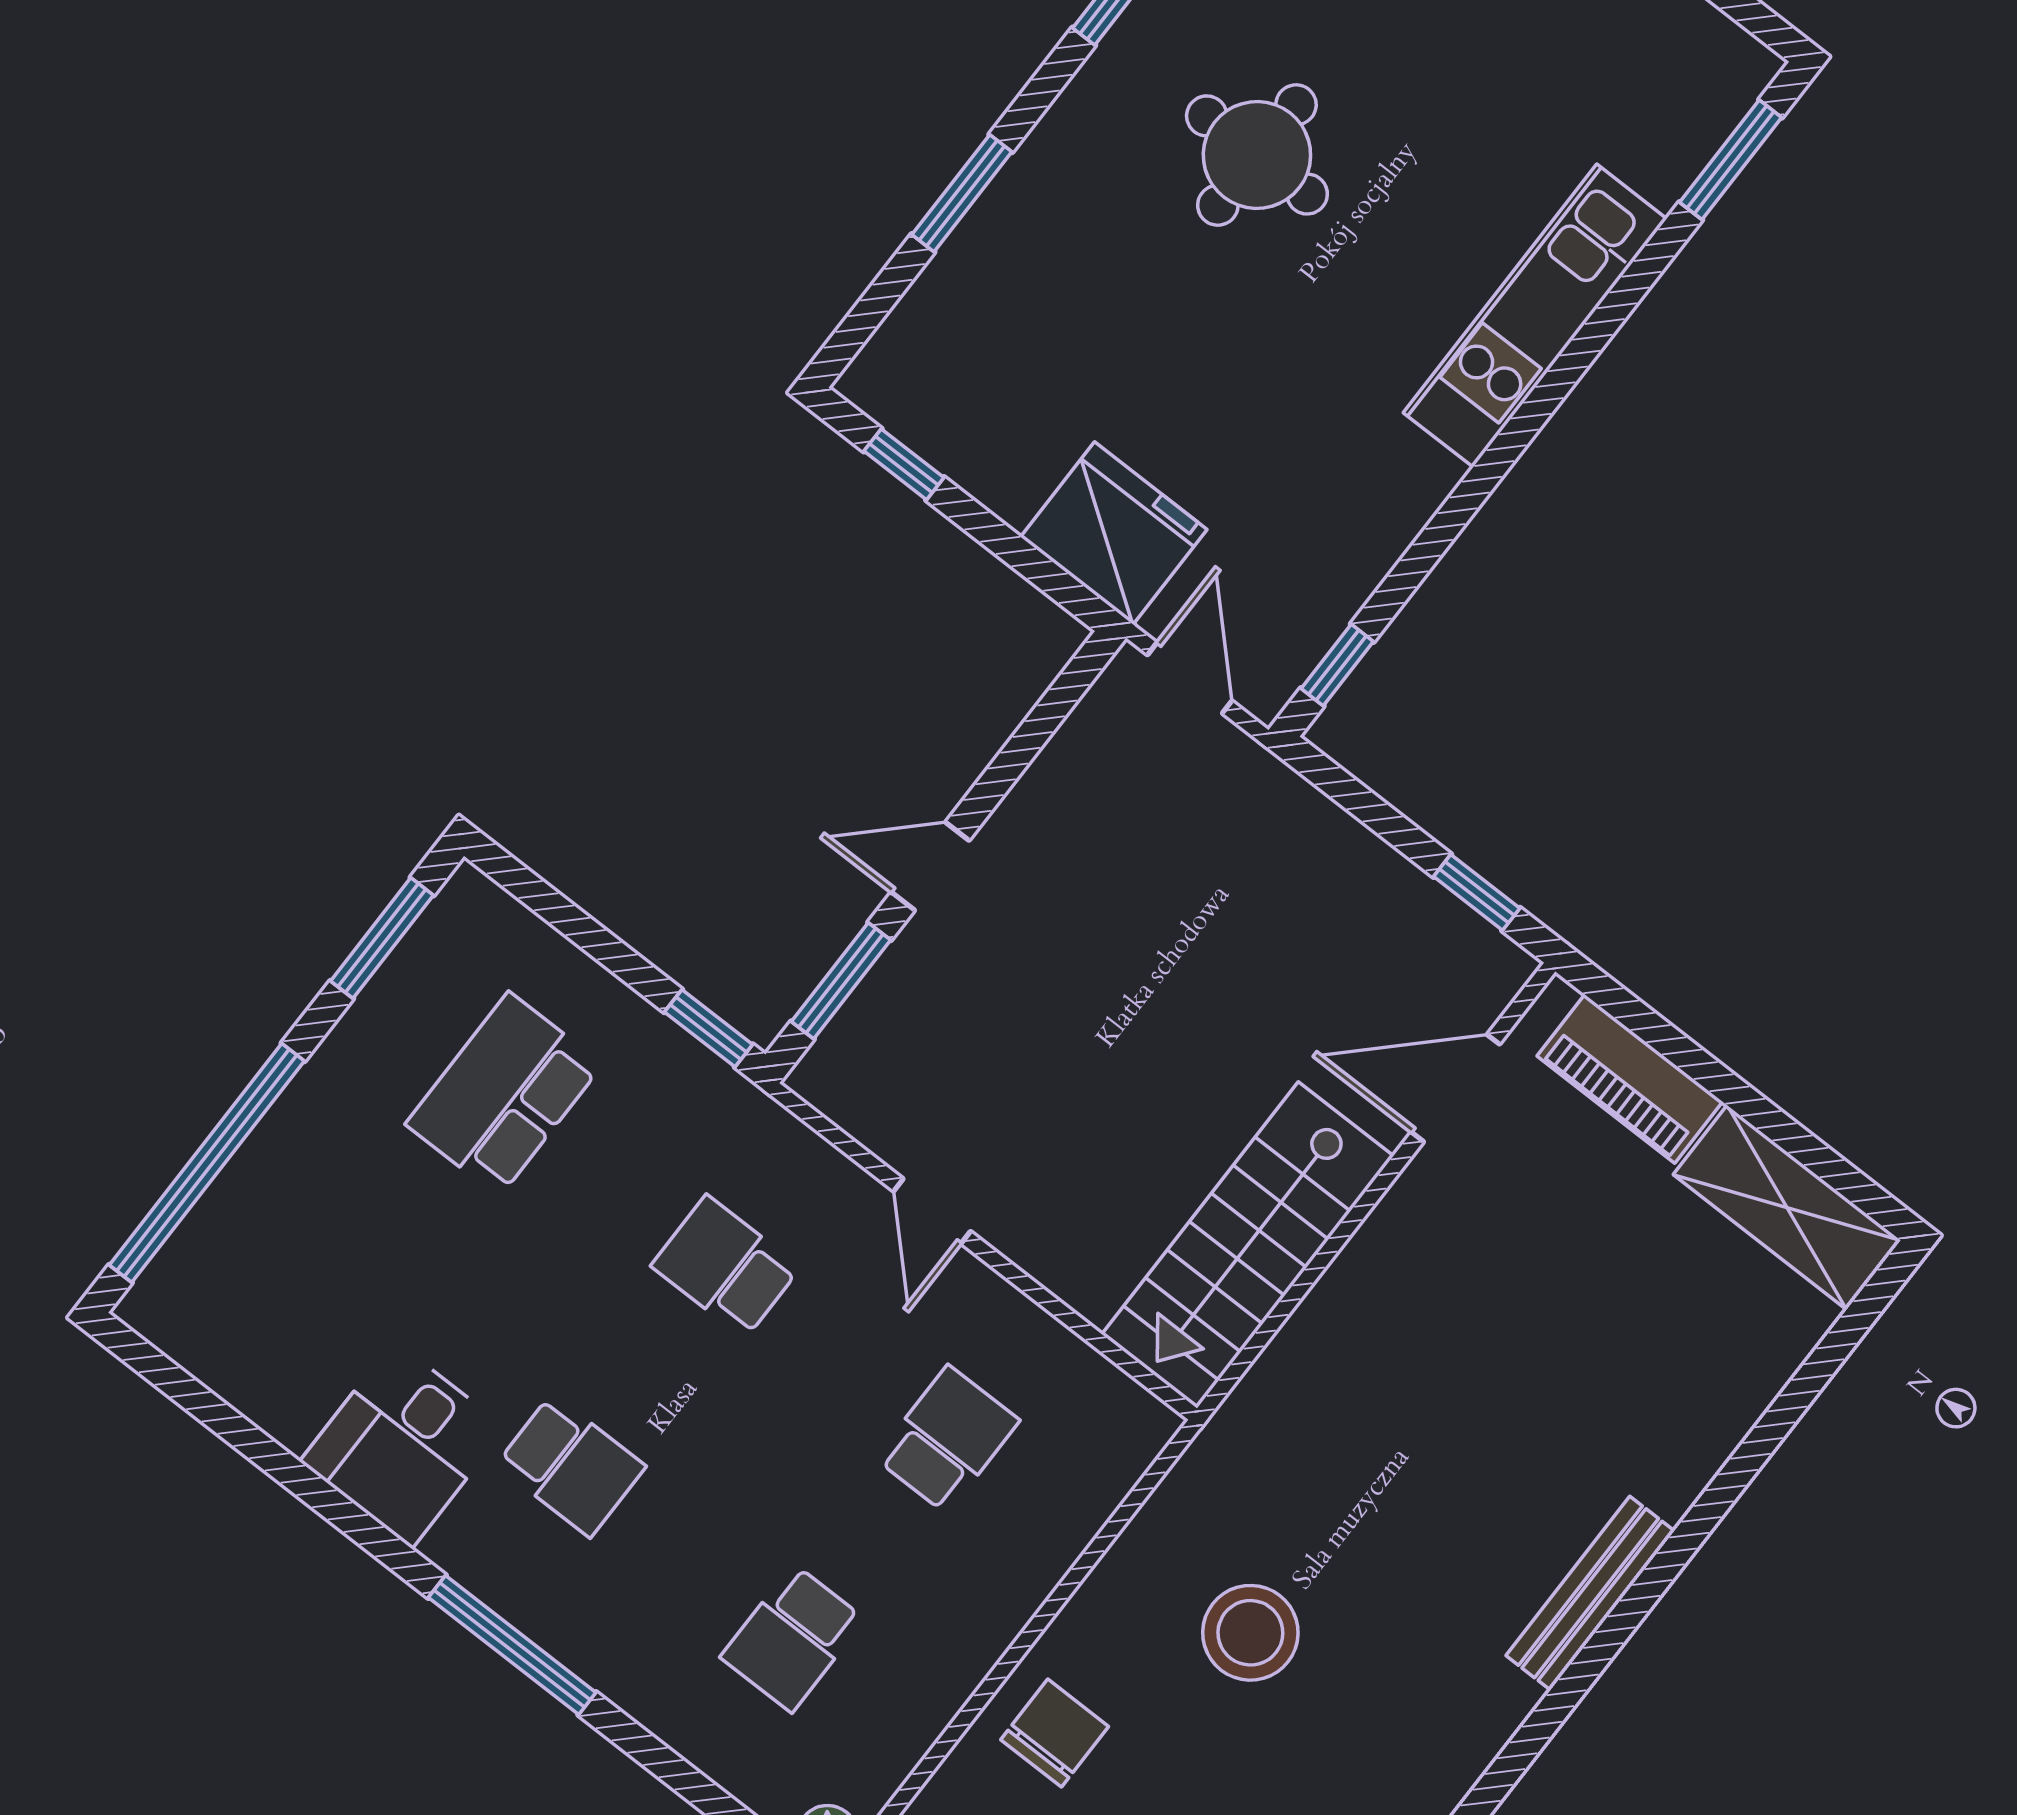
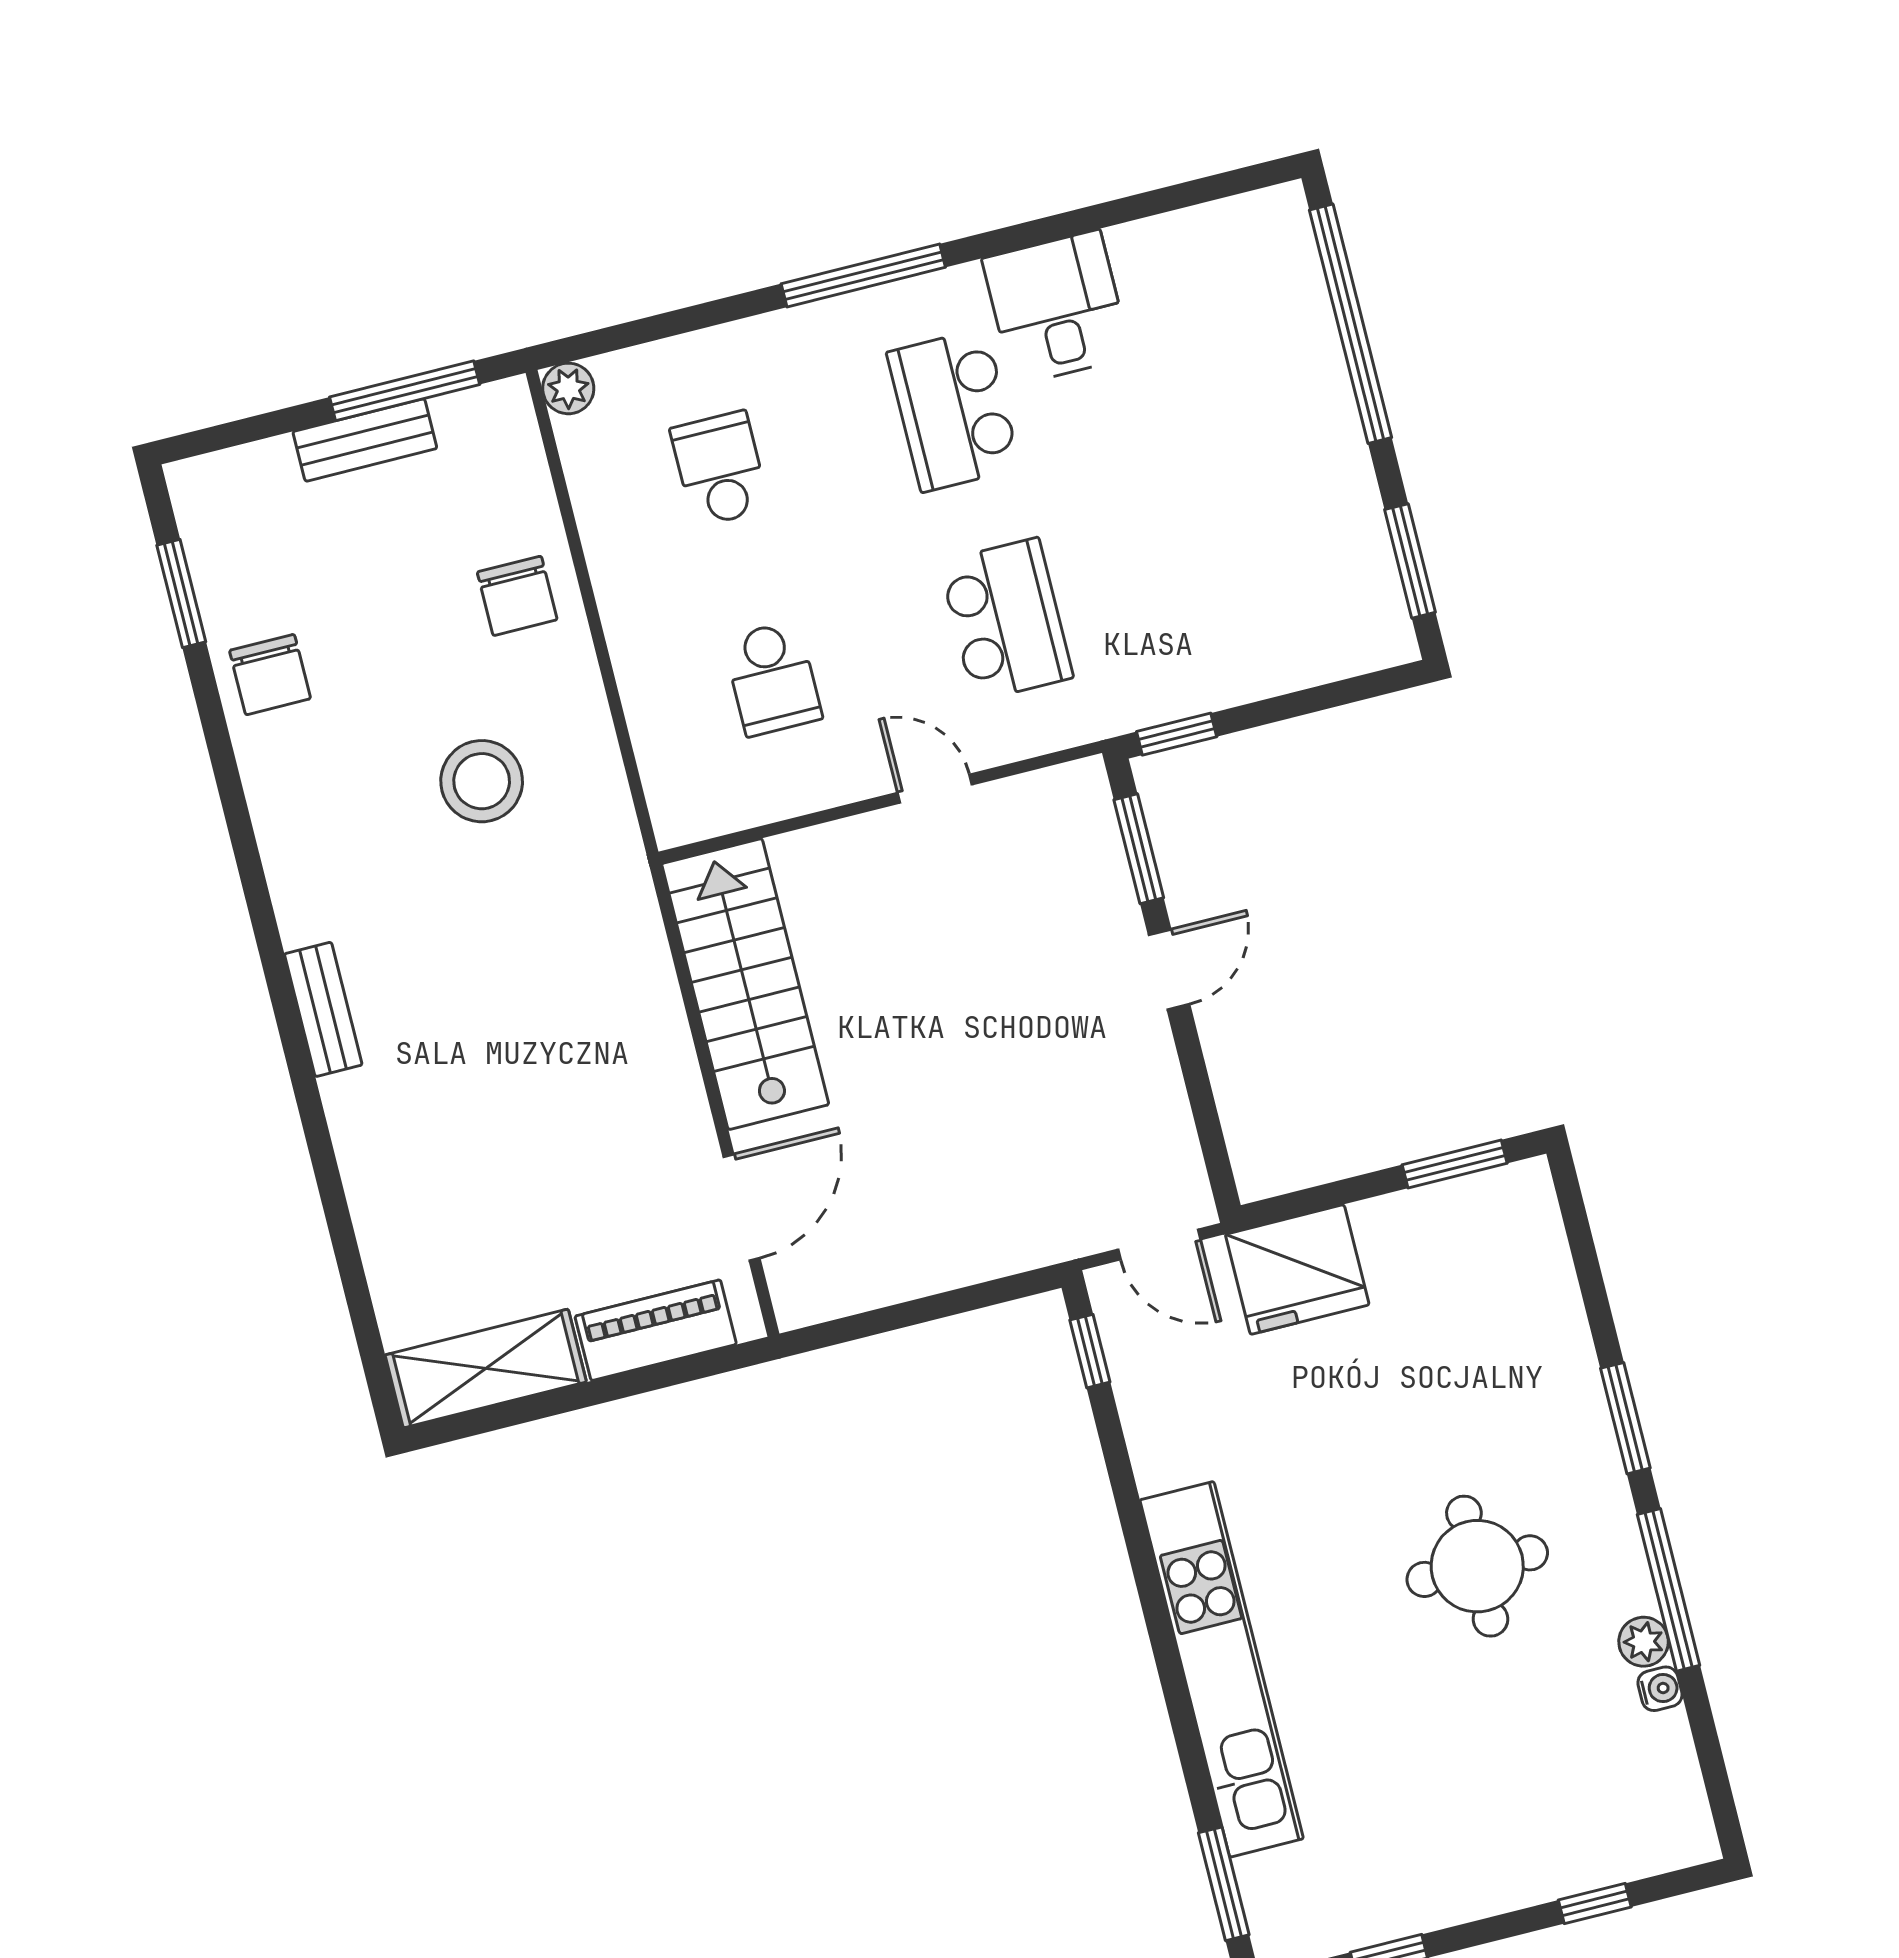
window: (962, 193) -> (1625, 1418), moved
kitchen unit: (1535, 316) -> (1222, 1669), width x1.36
window: (904, 464) -> (1455, 1164), width x1.50
window: (1477, 892) -> (863, 1325), removed
school desk: (504, 1094) -> (1240, 561), removed
school desk: (726, 1267) -> (1006, 620), width x1.85
school desk: (571, 1466) -> (954, 410), width x1.85
bench: (1590, 1593) -> (323, 1009), width x0.73

